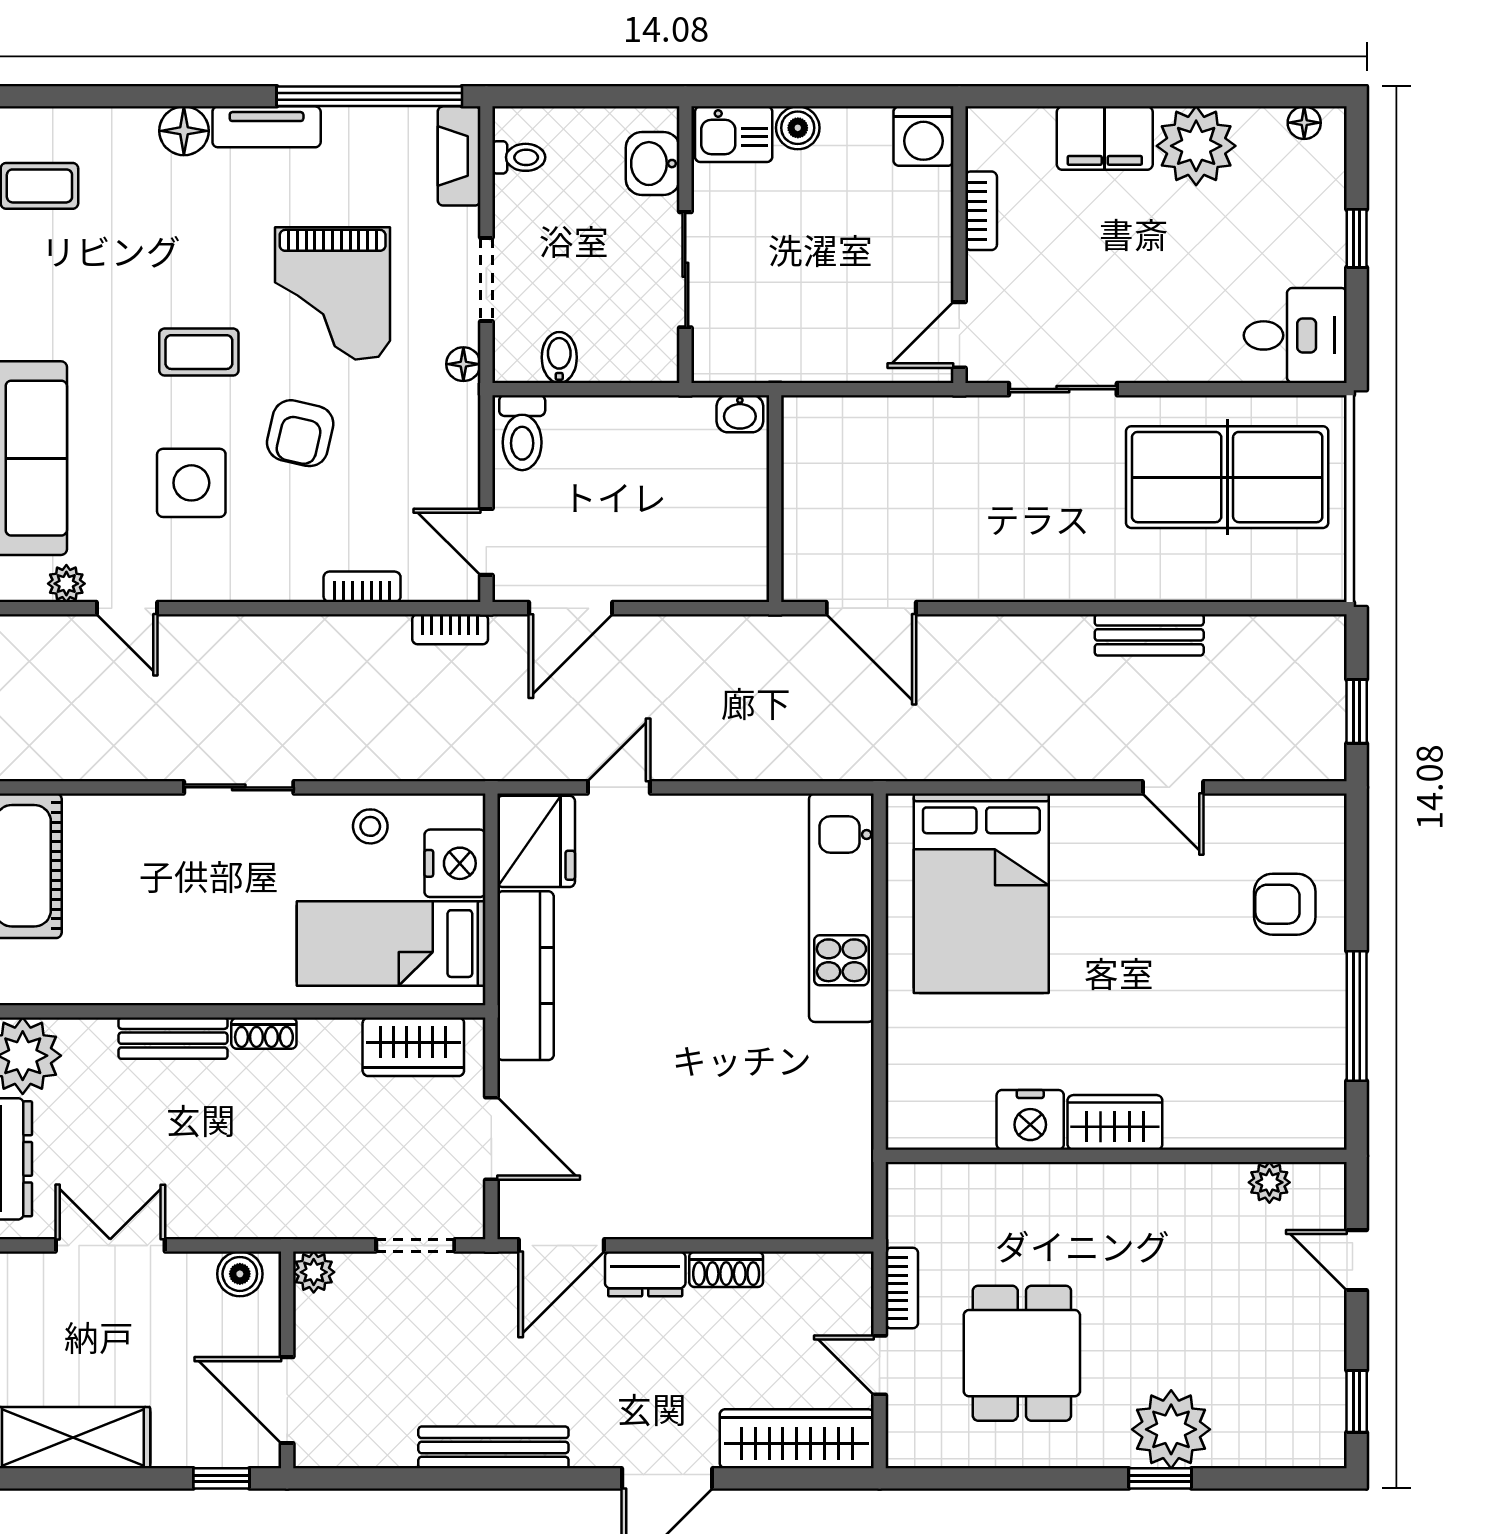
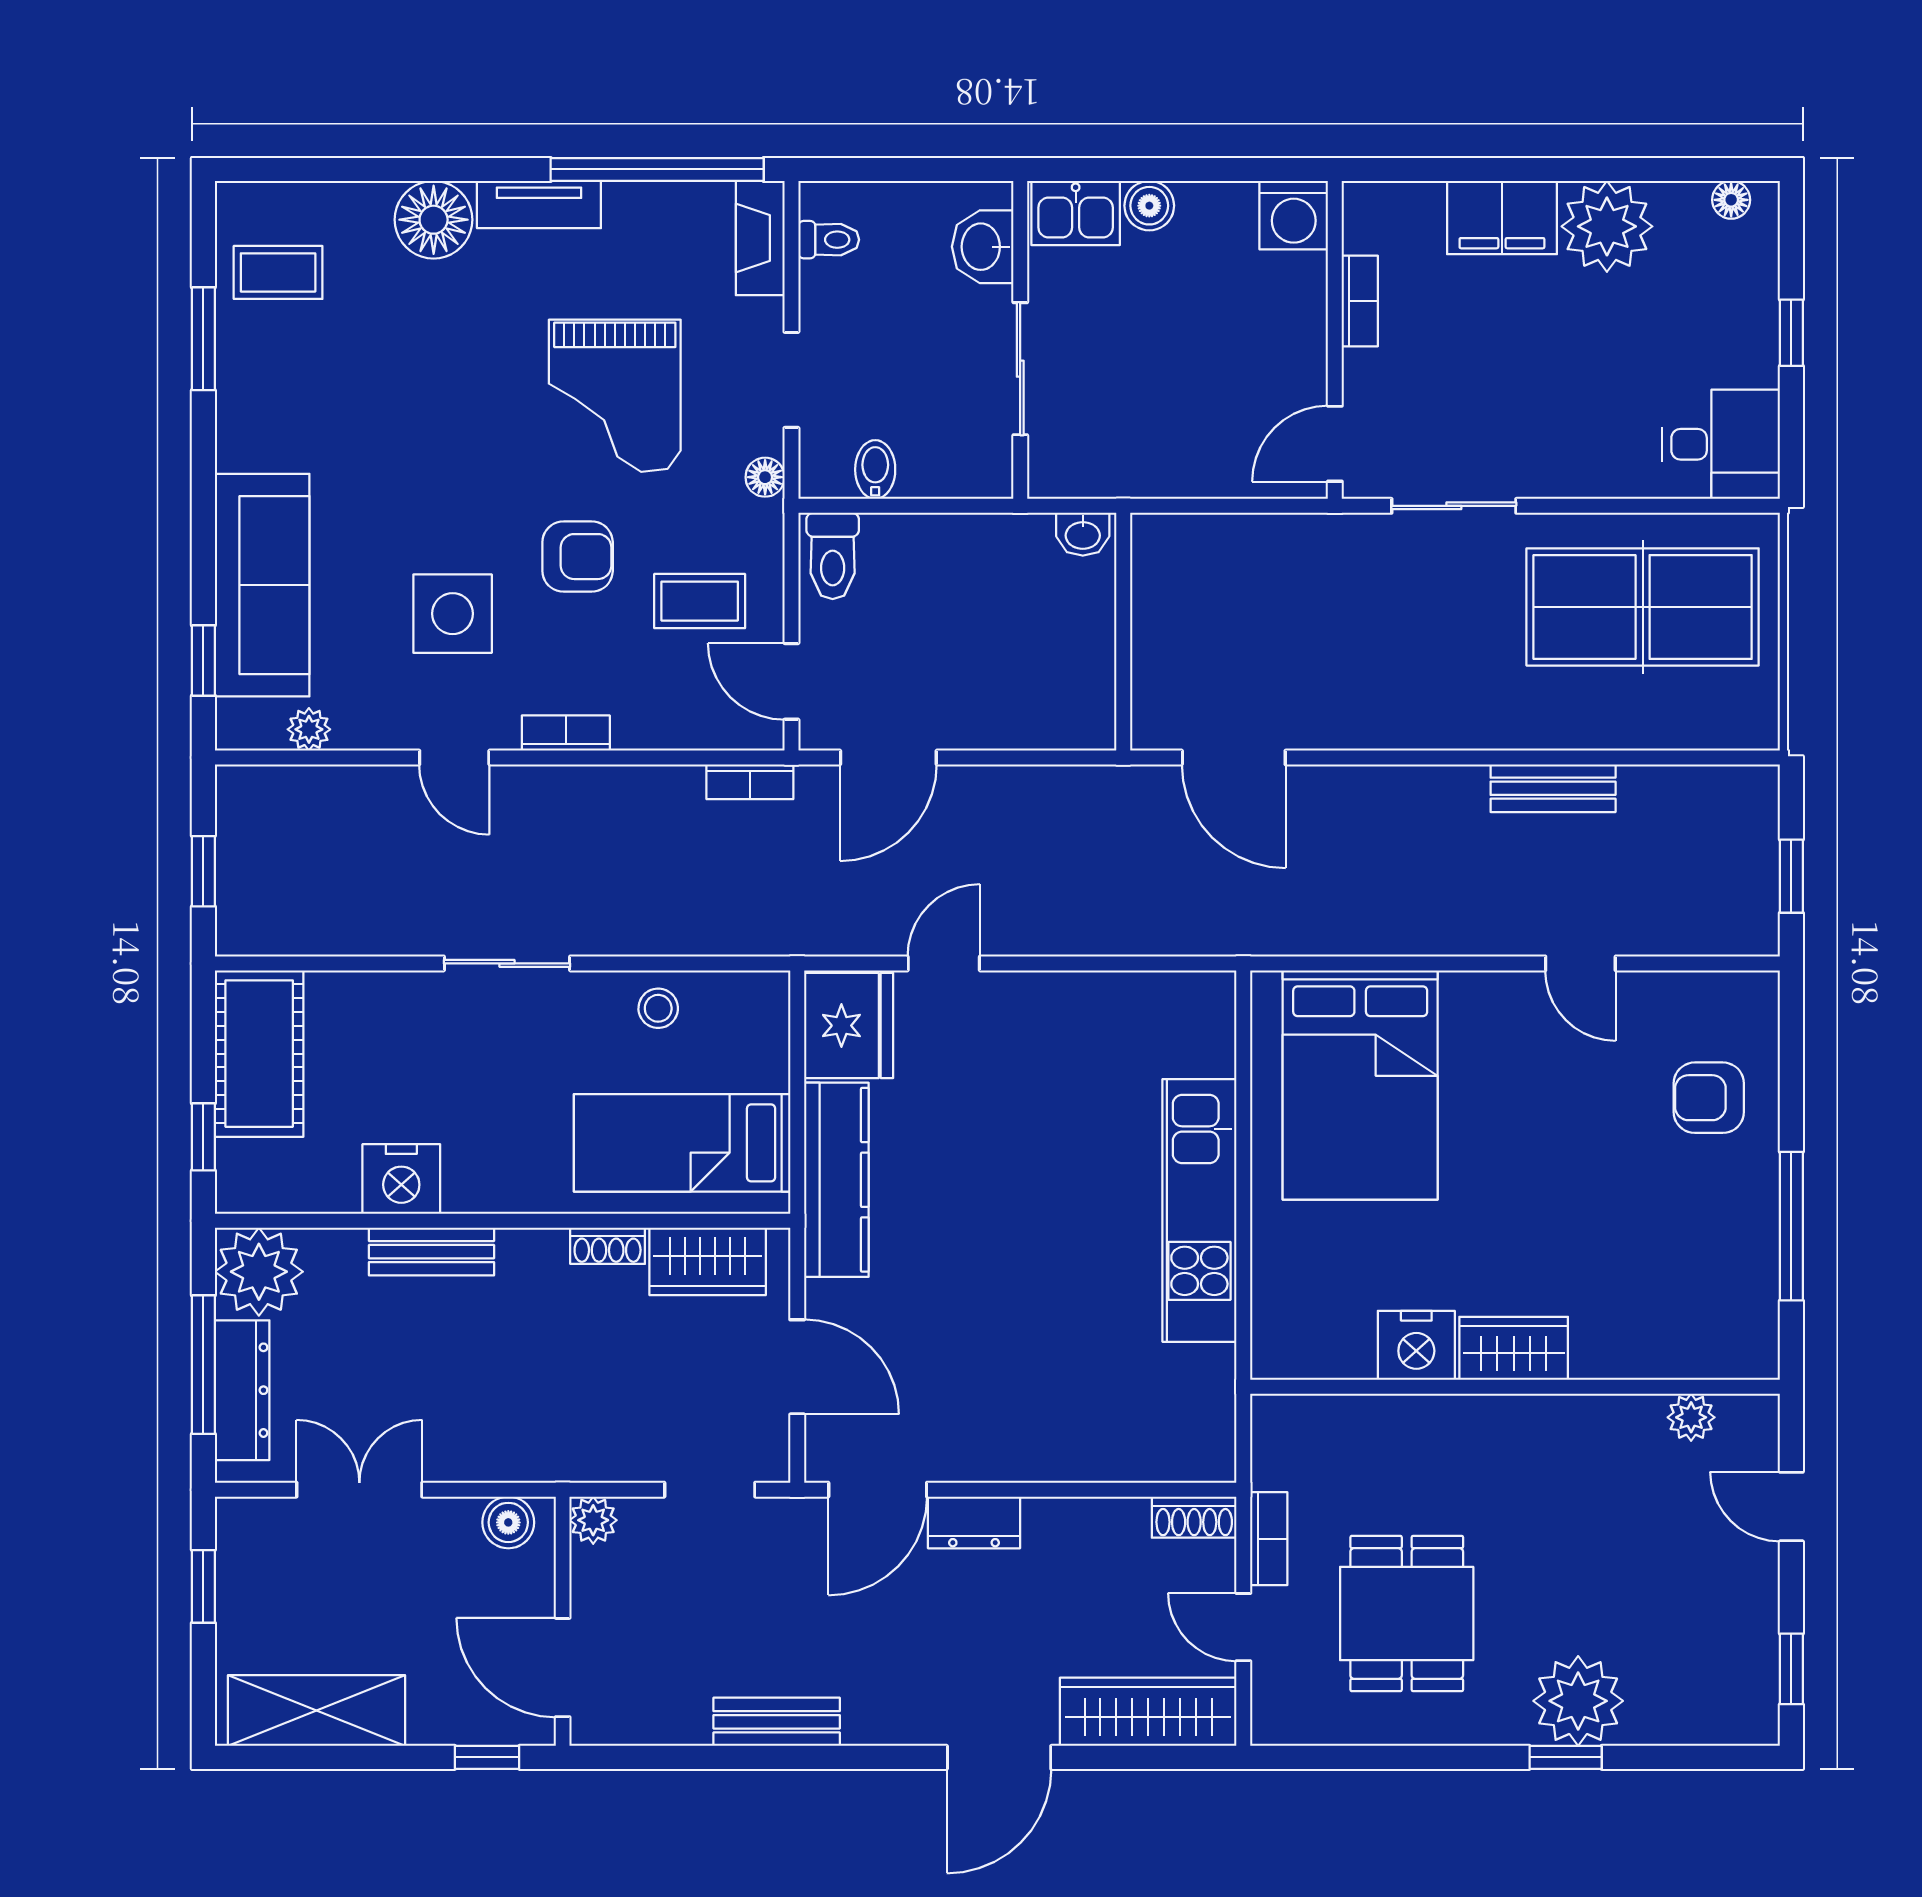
floor lamp: (184, 131) -> (434, 220), width x1.38, depth x1.38
coffee table: (199, 352) -> (700, 601), moved
armchair: (300, 433) -> (578, 557), turned -103
bookcase: (362, 587) -> (566, 733), moved
door: (127, 608) -> (454, 757), moved
nightstand: (455, 863) -> (401, 1179), moved, turned 90
kitchen unit: (841, 908) -> (1199, 1210), moved
shoe rack: (264, 1033) -> (608, 1246), moved
shoe rack: (726, 1269) -> (1194, 1517), moved
bench: (493, 1447) -> (777, 1722), width x0.73

